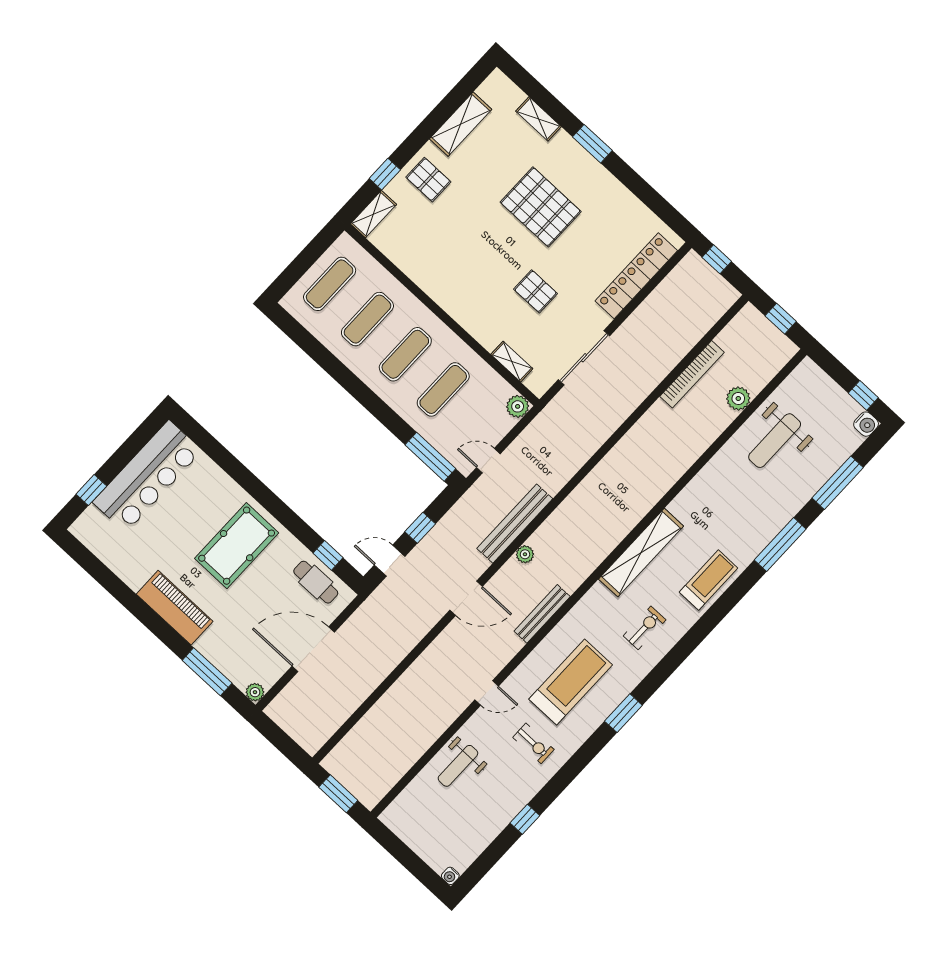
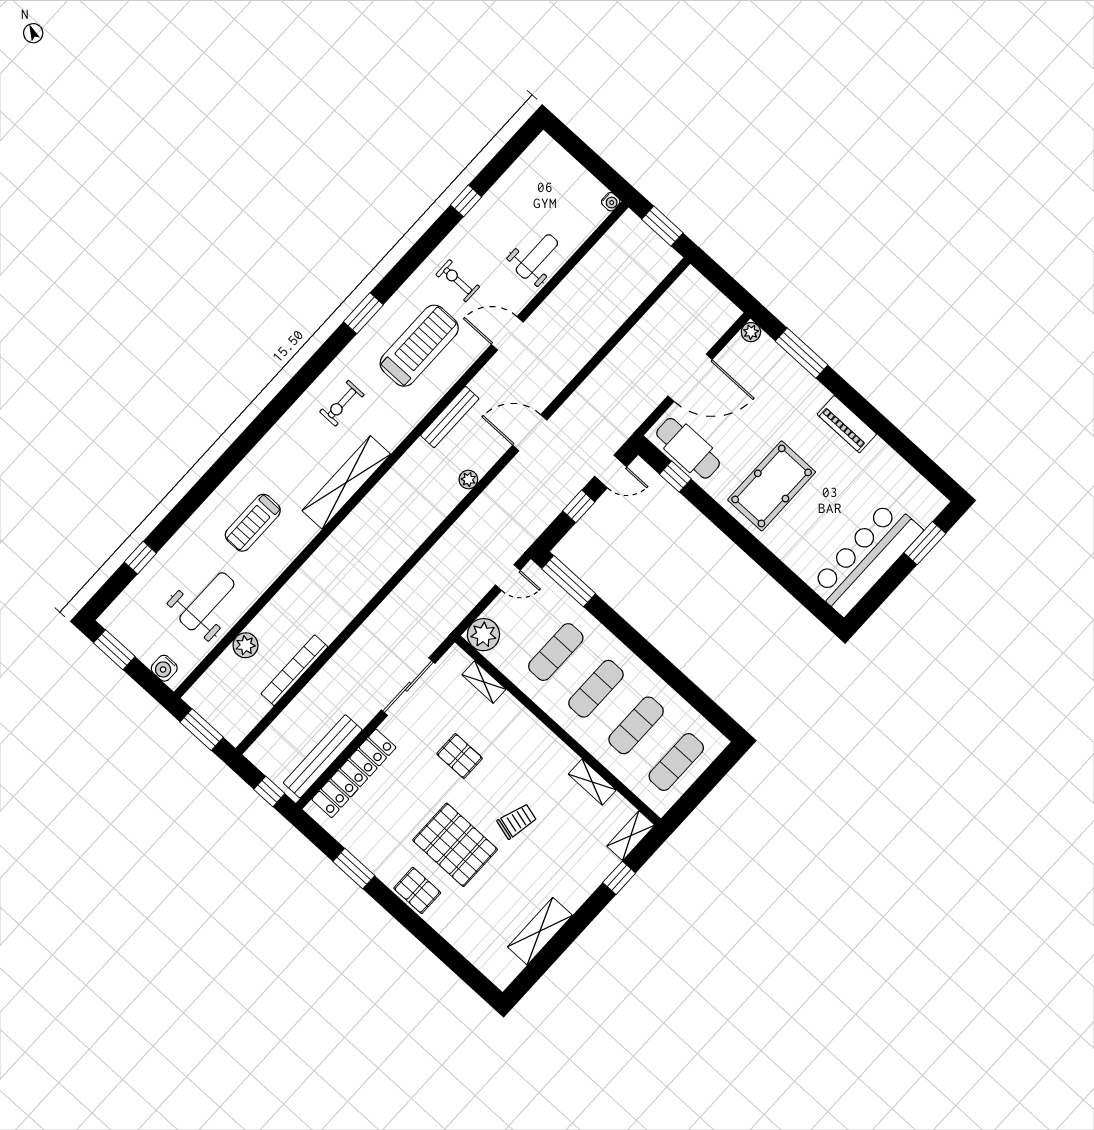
shelving: (538, 119) -> (592, 782), moved
window: (592, 144) -> (354, 869), moved
pallet: (428, 180) -> (417, 890), moved
trolley: (482, 229) -> (517, 821), added
window: (781, 319) -> (202, 730), width x1.50
window: (863, 395) -> (114, 650), width x1.50
plant: (518, 406) -> (483, 635), width x1.36, depth x1.36
water cooler: (866, 424) -> (164, 668), moved, turned -90
window: (838, 483) -> (140, 558), width x0.46
window: (91, 490) -> (925, 543), width x1.50
bench: (515, 524) -> (323, 756), moved
window: (780, 545) -> (200, 492), removed
treadmill: (709, 580) -> (253, 523), moved
cafe table: (316, 582) -> (688, 448), width x1.37, depth x1.35
piano: (175, 608) -> (847, 424), width x0.73, depth x0.75
treadmill: (571, 682) -> (419, 346), turned 180
door: (487, 693) -> (507, 333), width x1.38
water cooler: (450, 876) -> (611, 202), moved, turned 90

